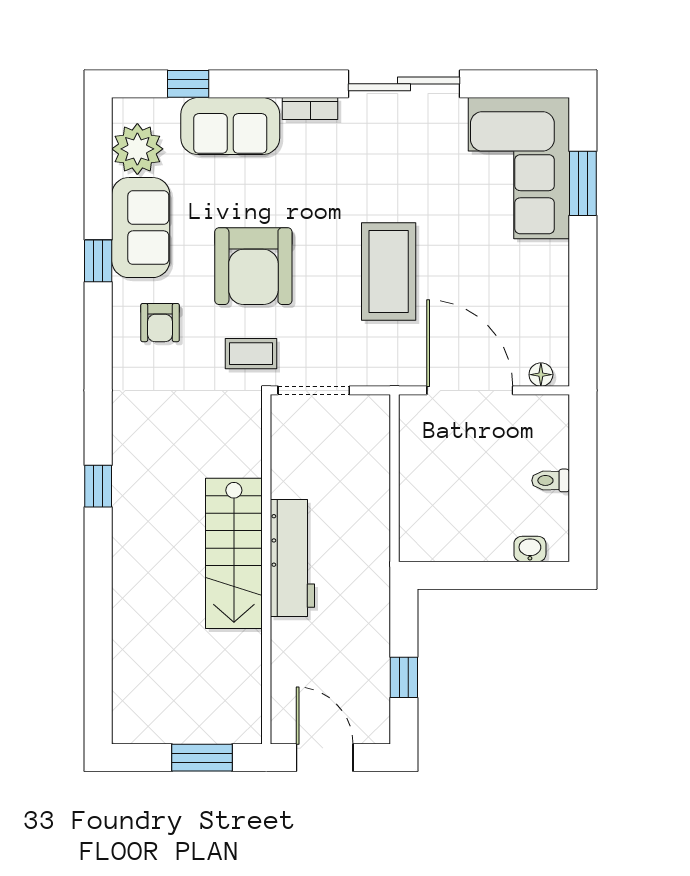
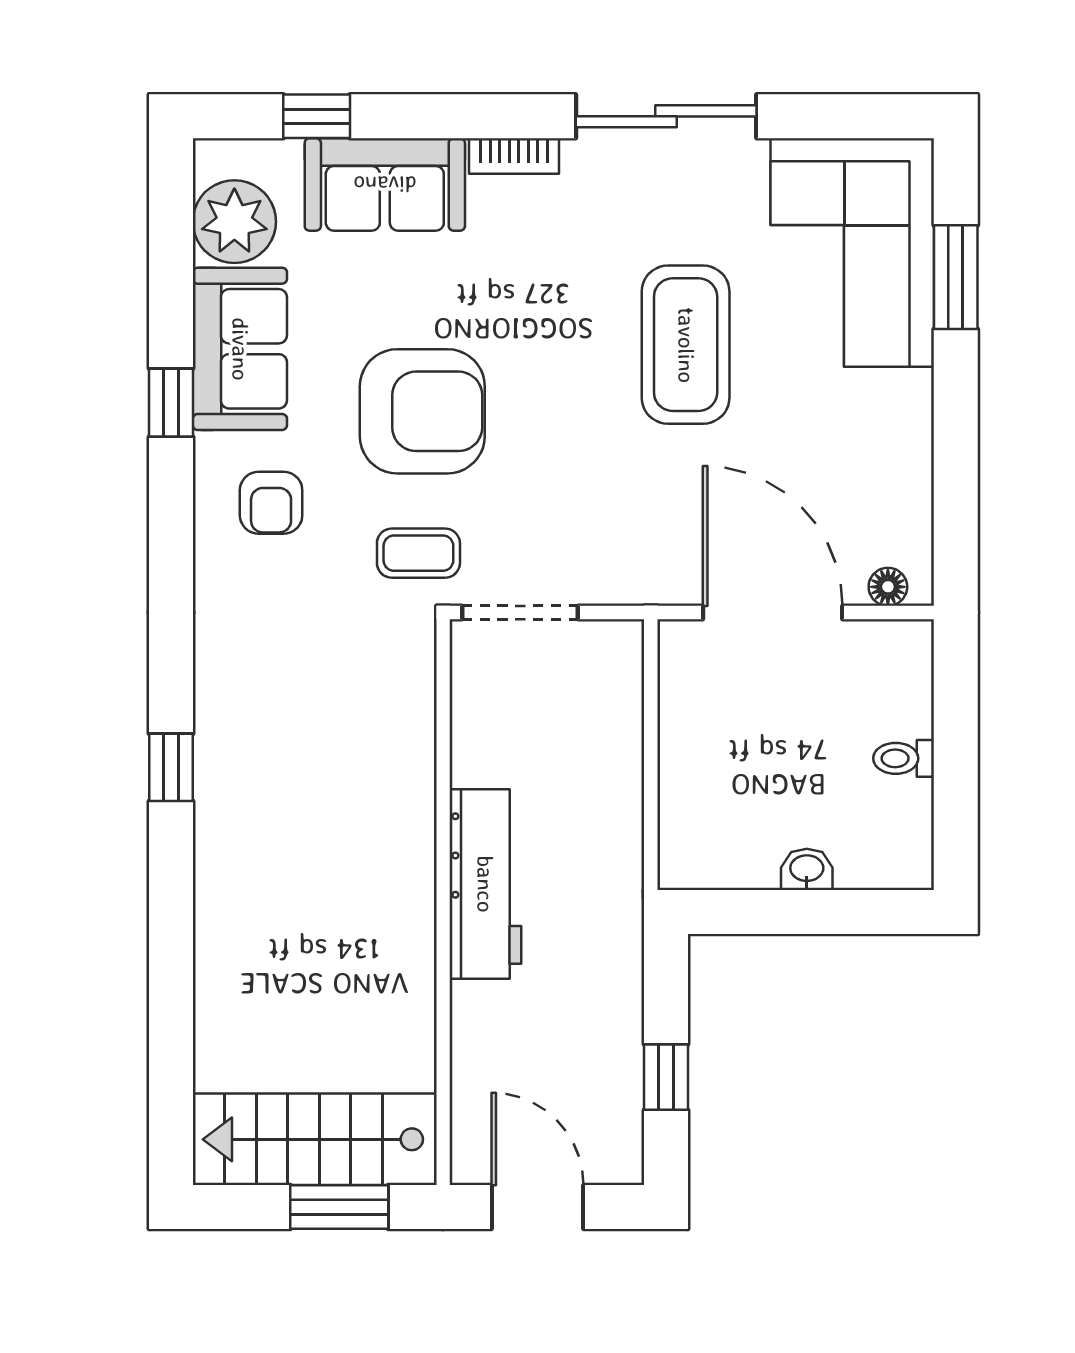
armchair: (253, 266) -> (422, 411), turned -90
coffee table: (389, 272) -> (686, 345), moved
washbasin: (530, 549) -> (807, 869), moved
stairs: (234, 553) -> (314, 1139), moved, turned 90

